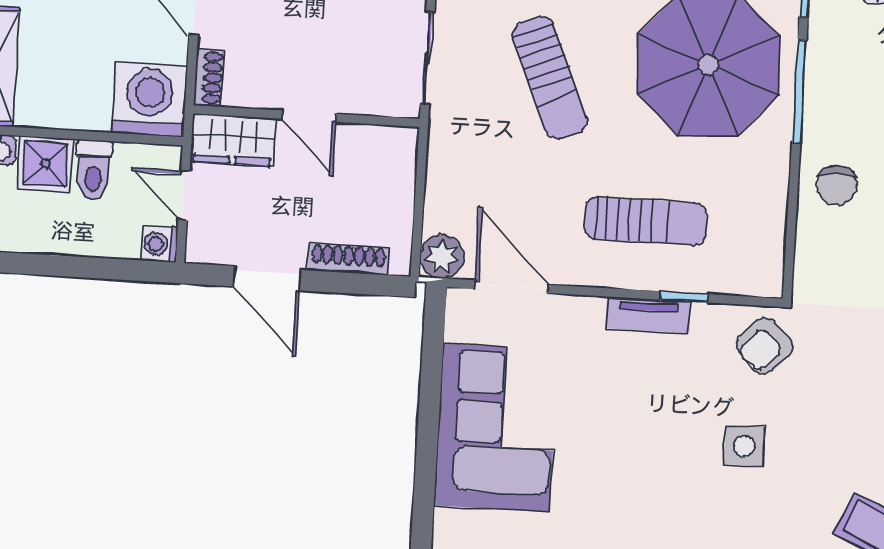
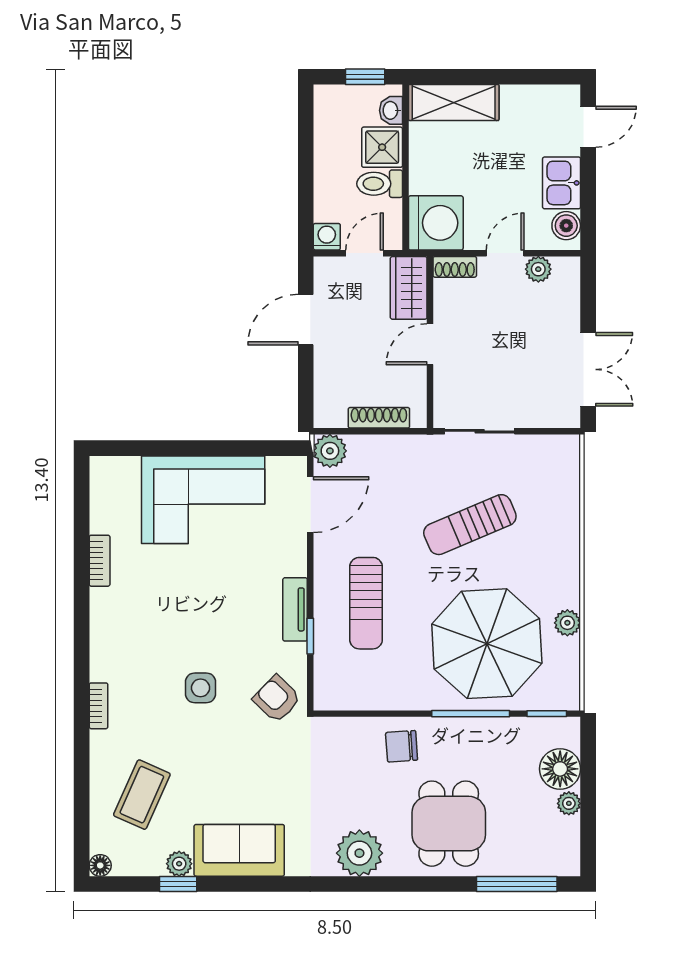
shoe rack: (348, 259) -> (379, 418), moved, turned -90

